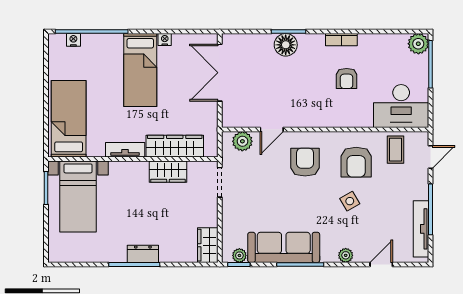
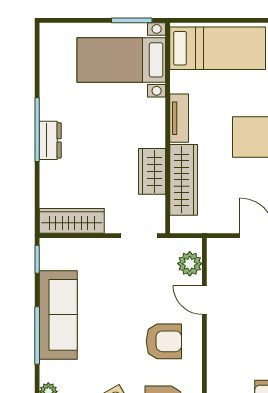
wardrobe: (208, 245) -> (72, 221), width x1.50
plant: (239, 255) -> (48, 260), removed

